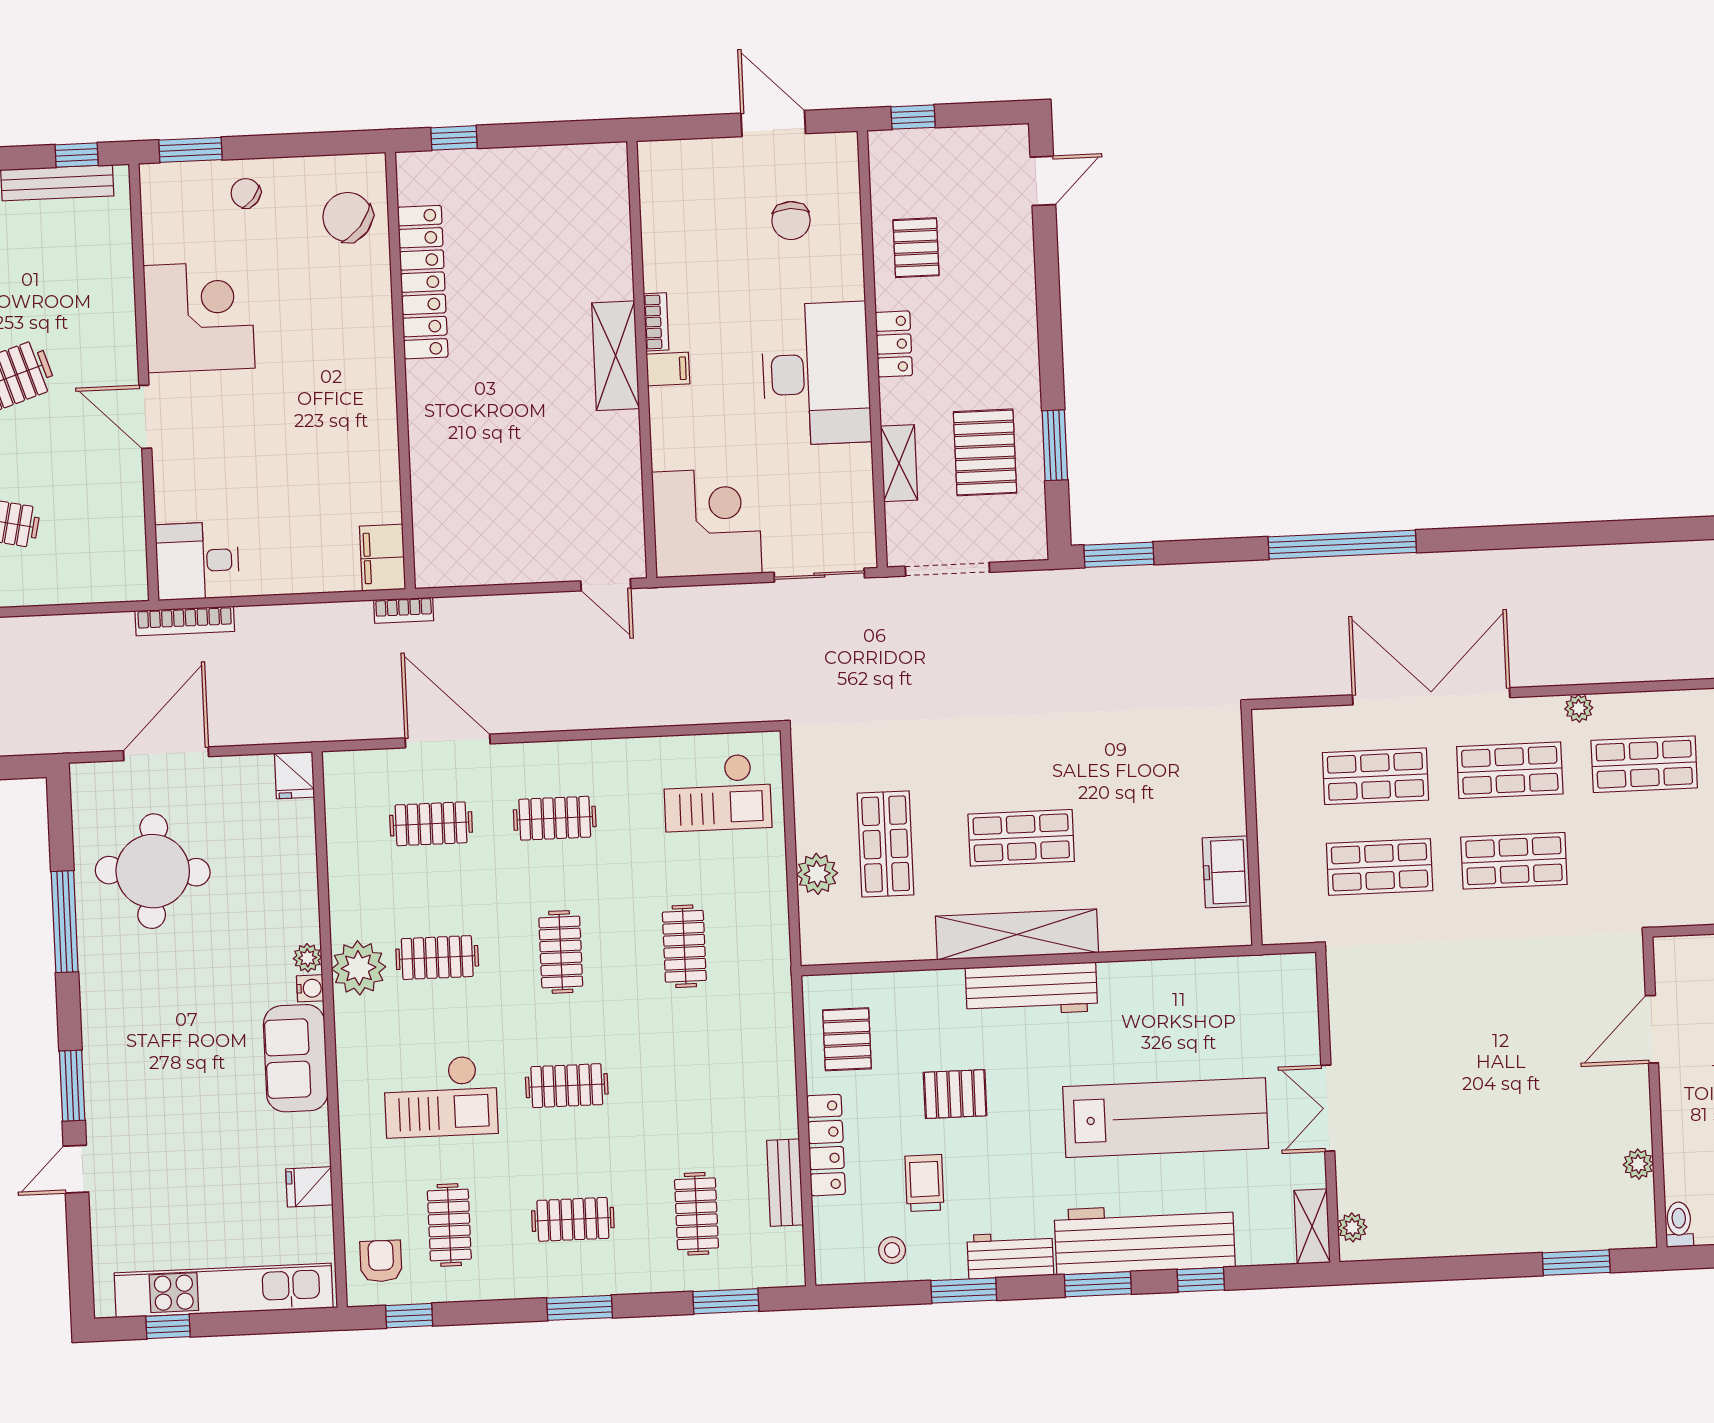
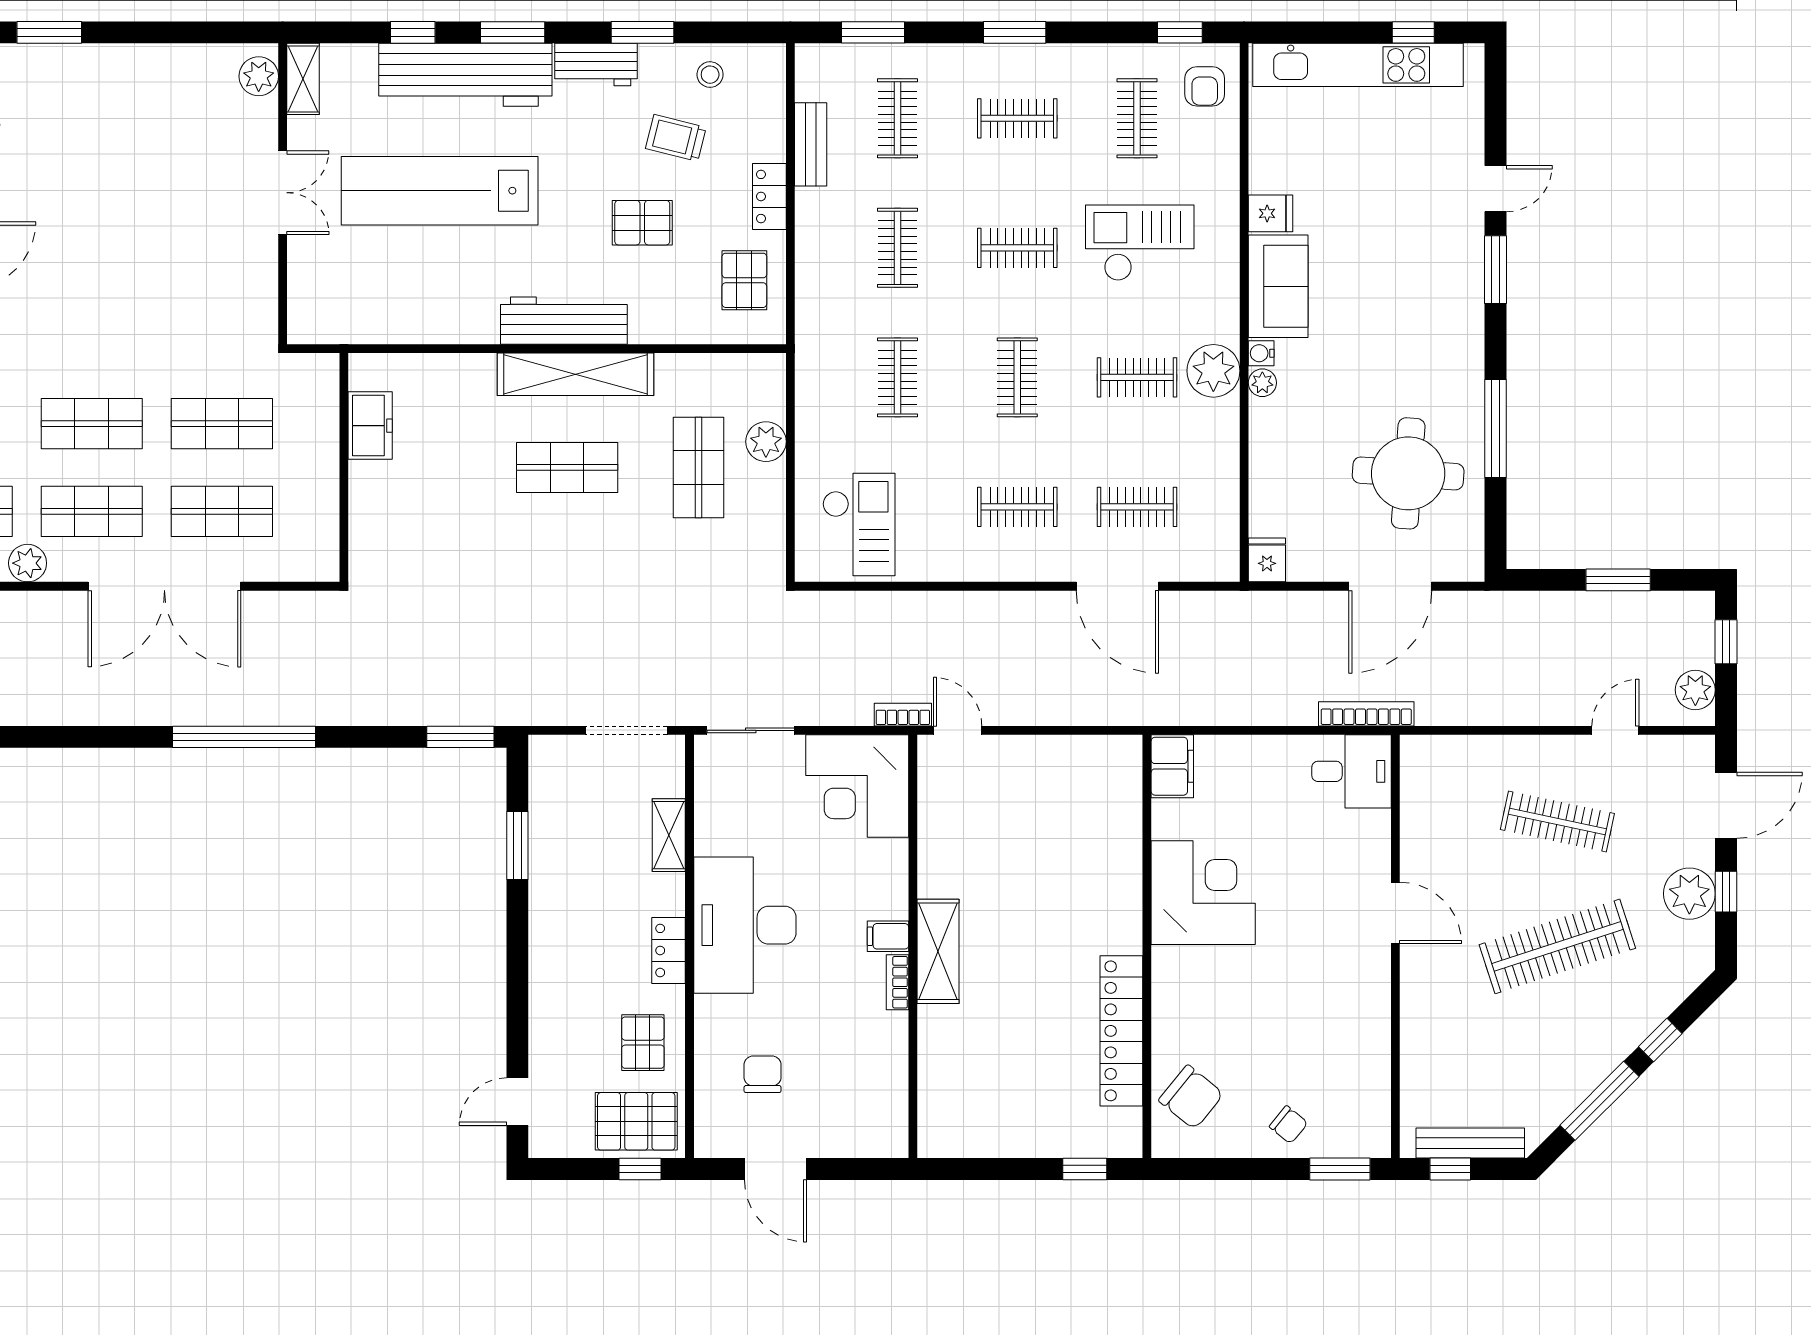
corner desk: (199, 317) -> (1203, 893), moved, turned 180
pallet: (985, 452) -> (636, 1121), moved, turned 90
bookcase: (404, 610) -> (903, 715), moved
plant: (1579, 708) -> (28, 563), width x1.38, depth x1.38
checkout: (717, 793) -> (859, 525), turned 90
clothes rail: (690, 1080) -> (898, 248), added
locker: (826, 1145) -> (769, 196), width x0.66
trolley: (924, 1183) -> (676, 138), turned 104
fridge: (309, 1187) -> (1271, 213), moved
plant: (1352, 1227) -> (259, 76), width x1.38, depth x1.38

